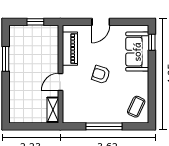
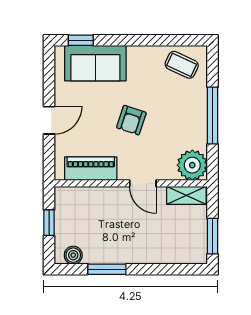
door: (101, 22) -> (49, 120), hinge flipped
boiler: (15, 37) -> (73, 255), added
plant: (72, 113) -> (192, 165), added
window: (27, 126) -> (213, 236), added

